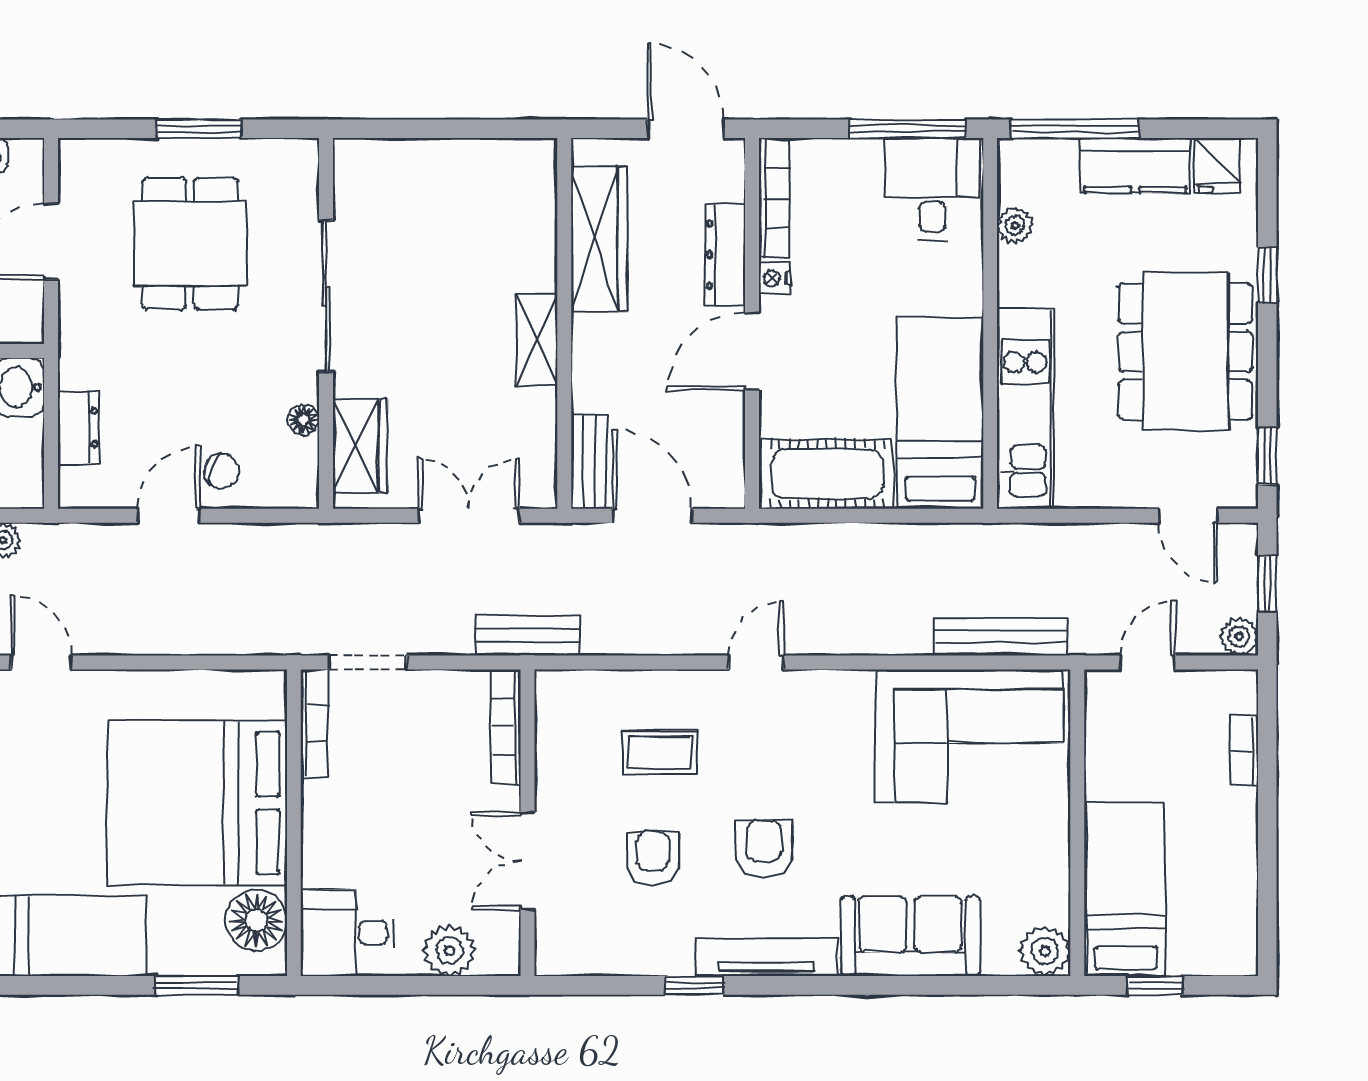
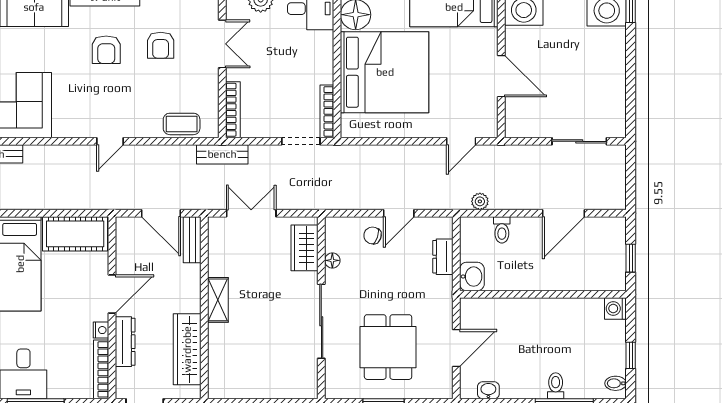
double door: (469, 516) -> (251, 213), swing flipped
door: (41, 662) -> (461, 141), hinge flipped
coffee table: (660, 753) -> (182, 124), moved

